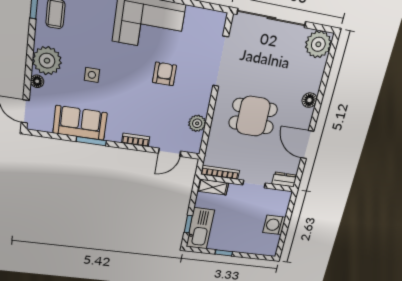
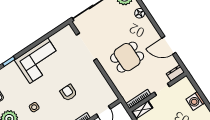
armchair: (164, 74) -> (68, 93), moved
floor lamp: (309, 100) -> (140, 13), moved
plant: (197, 123) -> (103, 85), removed

